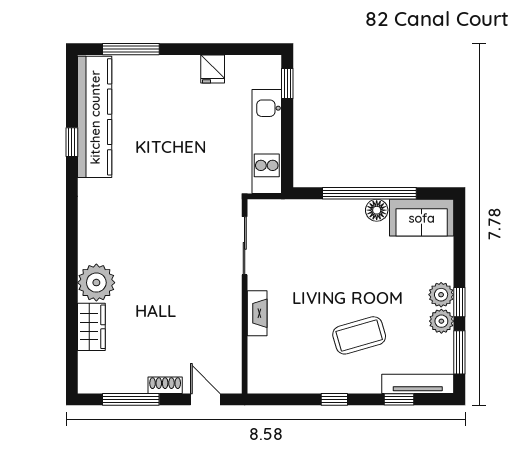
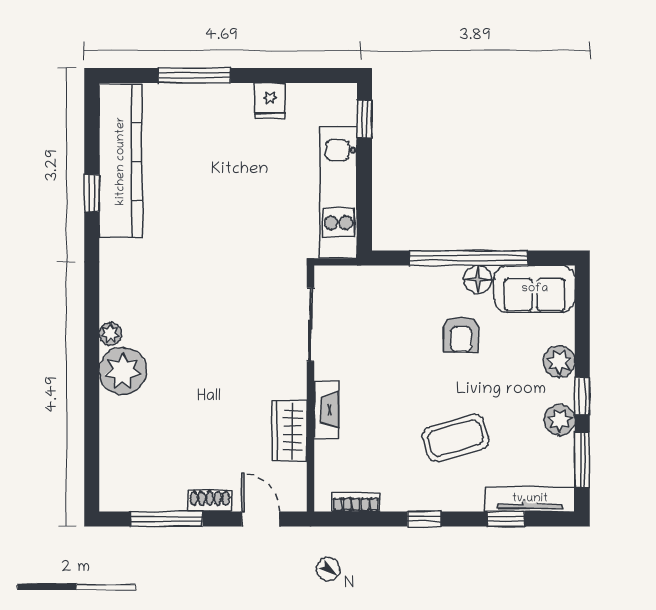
window: (131, 49) -> (194, 75), moved
plant: (87, 253) -> (110, 334), added
armchair: (364, 253) -> (461, 334), added
plant: (441, 295) -> (559, 362), moved
wardrobe: (91, 327) -> (290, 431), moved, turned 180
bookcase: (281, 386) -> (356, 502), added

